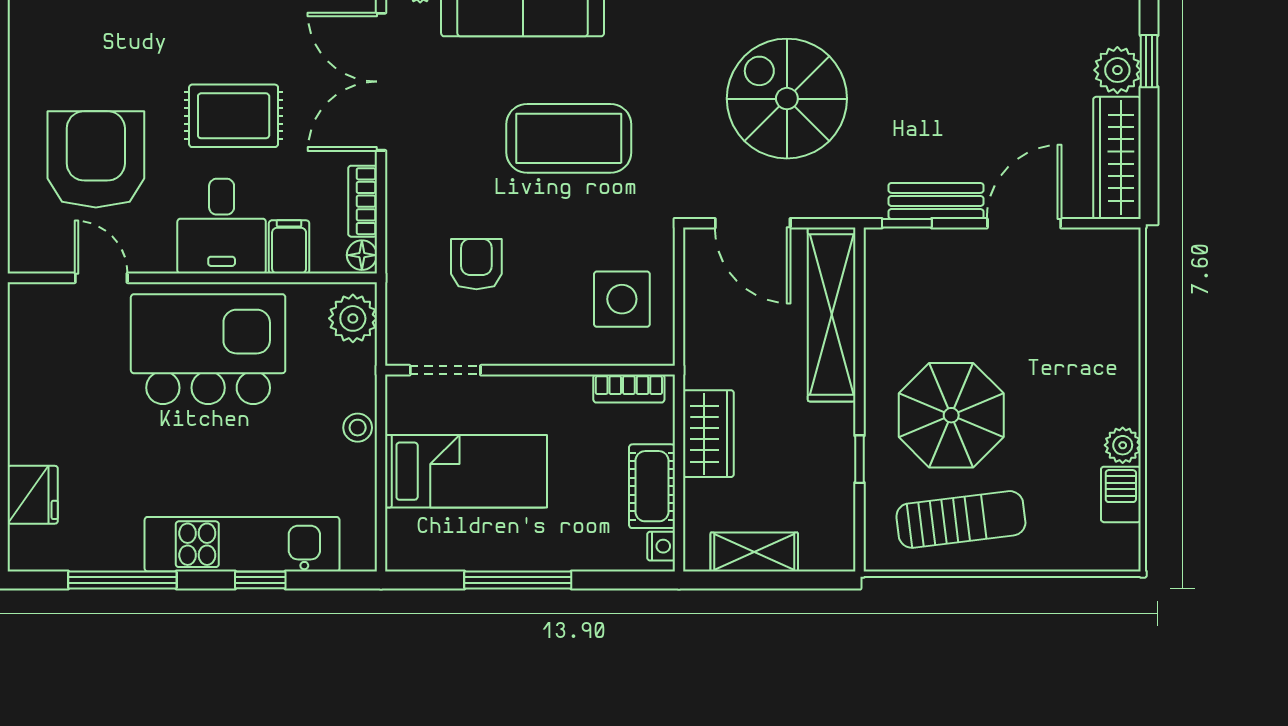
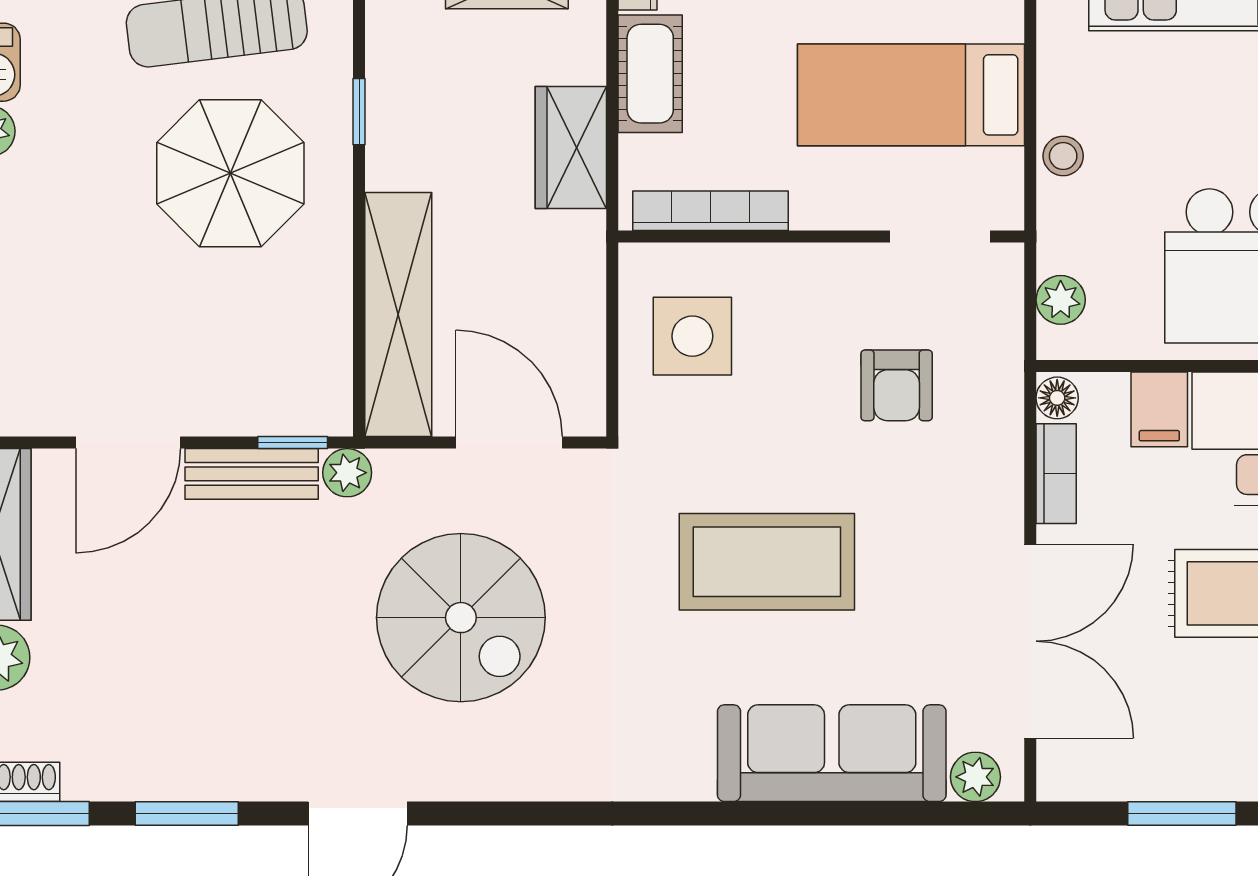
plant: (868, 202) -> (347, 473), added
plant: (353, 318) -> (1061, 300), width x0.73, depth x0.73
bookcase: (629, 389) -> (711, 211), width x1.56

